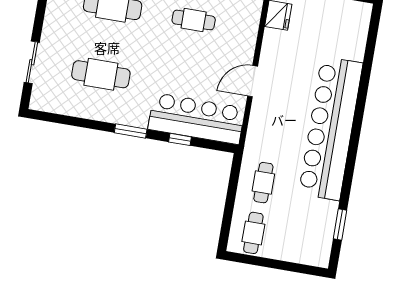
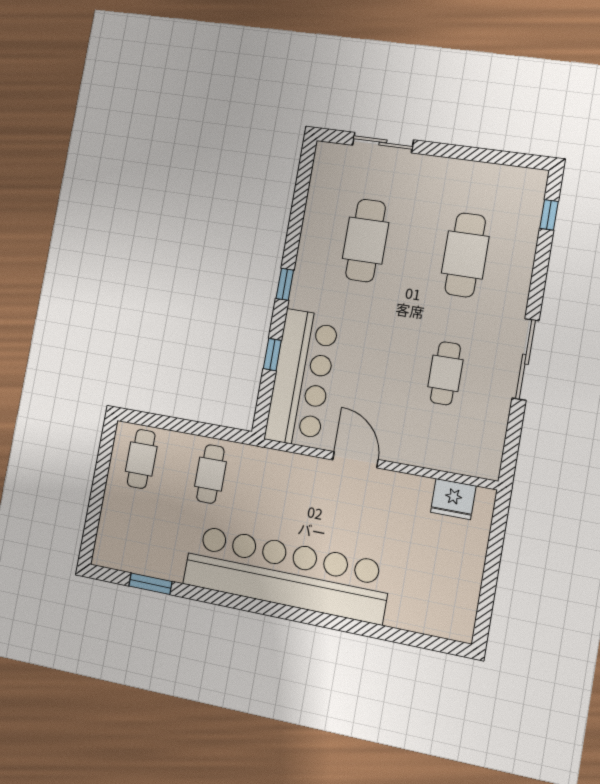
window: (131, 131) -> (285, 284), width x0.67
cafe table: (263, 183) -> (210, 474), turned 90
cafe table: (253, 233) -> (141, 459), turned 90

